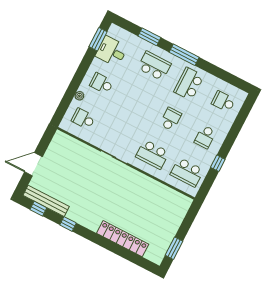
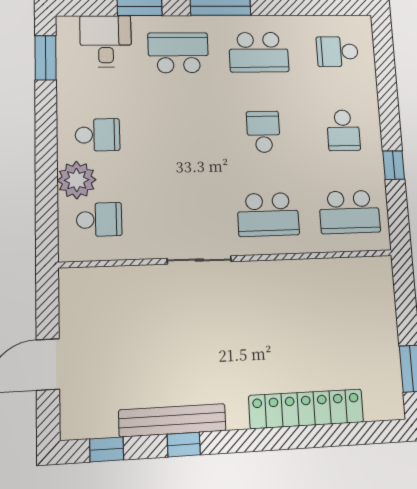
desk: (112, 51) -> (106, 41), moved, turned 90
school desk: (102, 83) -> (98, 135), turned 180
school desk: (189, 84) -> (259, 52), turned -90
plant: (79, 96) -> (77, 180), width x1.88, depth x1.88
school desk: (83, 119) -> (99, 220), turned 180
bench: (46, 201) -> (172, 420), moved

